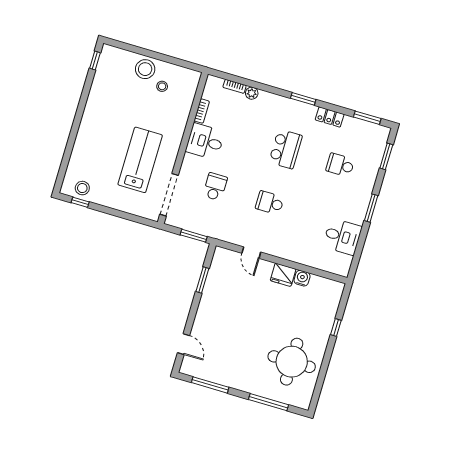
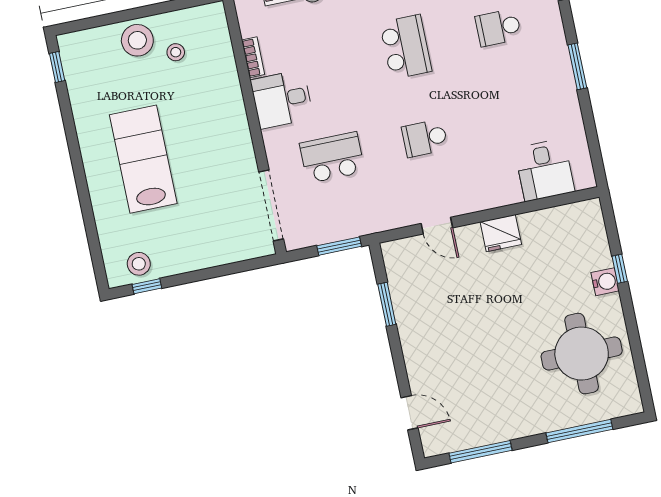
lab bench: (140, 160) -> (143, 159), moved
school desk: (215, 187) -> (332, 158), width x1.85
desk: (342, 237) -> (544, 170), moved, turned 90
water cooler: (302, 278) -> (605, 282), moved, turned 90

